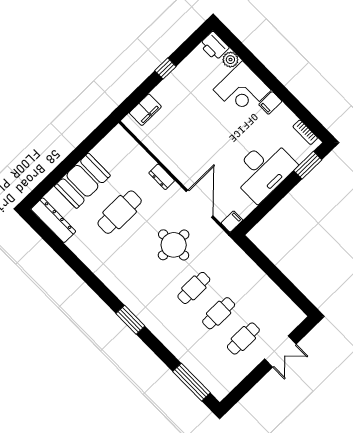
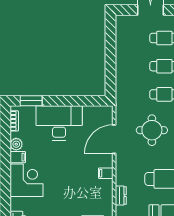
plant: (230, 60) -> (16, 144), moved
dresser: (162, 177) -> (121, 196), moved
filing cabinet: (232, 222) -> (106, 173), moved

